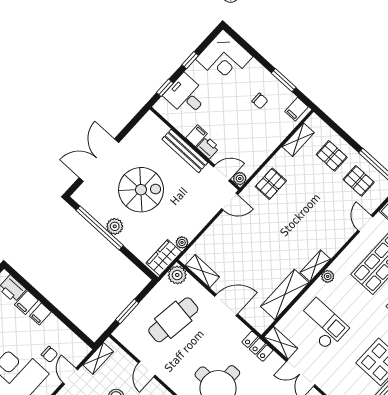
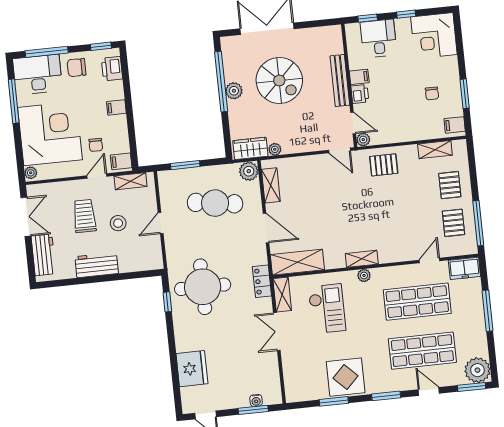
shelving: (285, 294) -> (297, 262), moved
filing cabinet: (26, 302) -> (121, 161), moved

